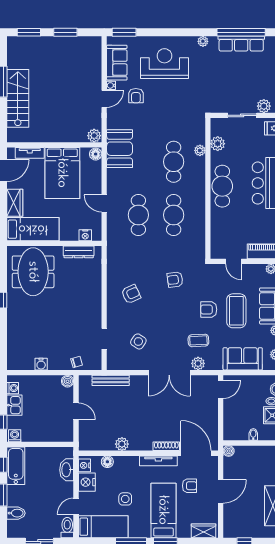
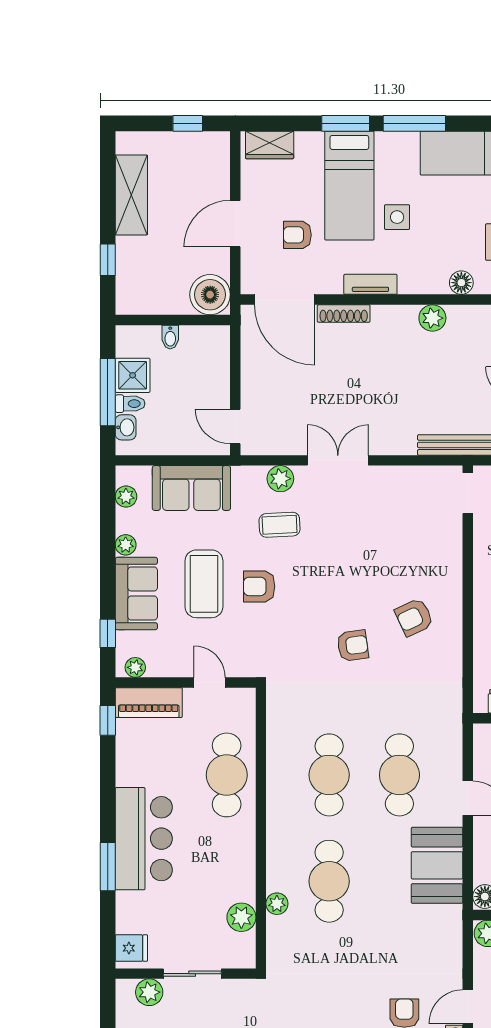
booth: (120, 149) -> (437, 865), moved
cafe table: (222, 186) -> (227, 775), moved
armchair: (175, 280) -> (353, 646), moved
armchair: (209, 309) -> (259, 586), turned 180
doorway: (104, 339) -> (468, 493), moved
side table: (138, 341) -> (399, 523), removed
double door: (169, 373) -> (338, 460), width x0.73
door: (221, 390) -> (235, 426), hinge flipped
boiler: (229, 451) -> (210, 295), width x1.86, depth x1.86
tv unit: (158, 461) -> (370, 284), width x0.71
side table: (125, 499) -> (397, 217), moved

